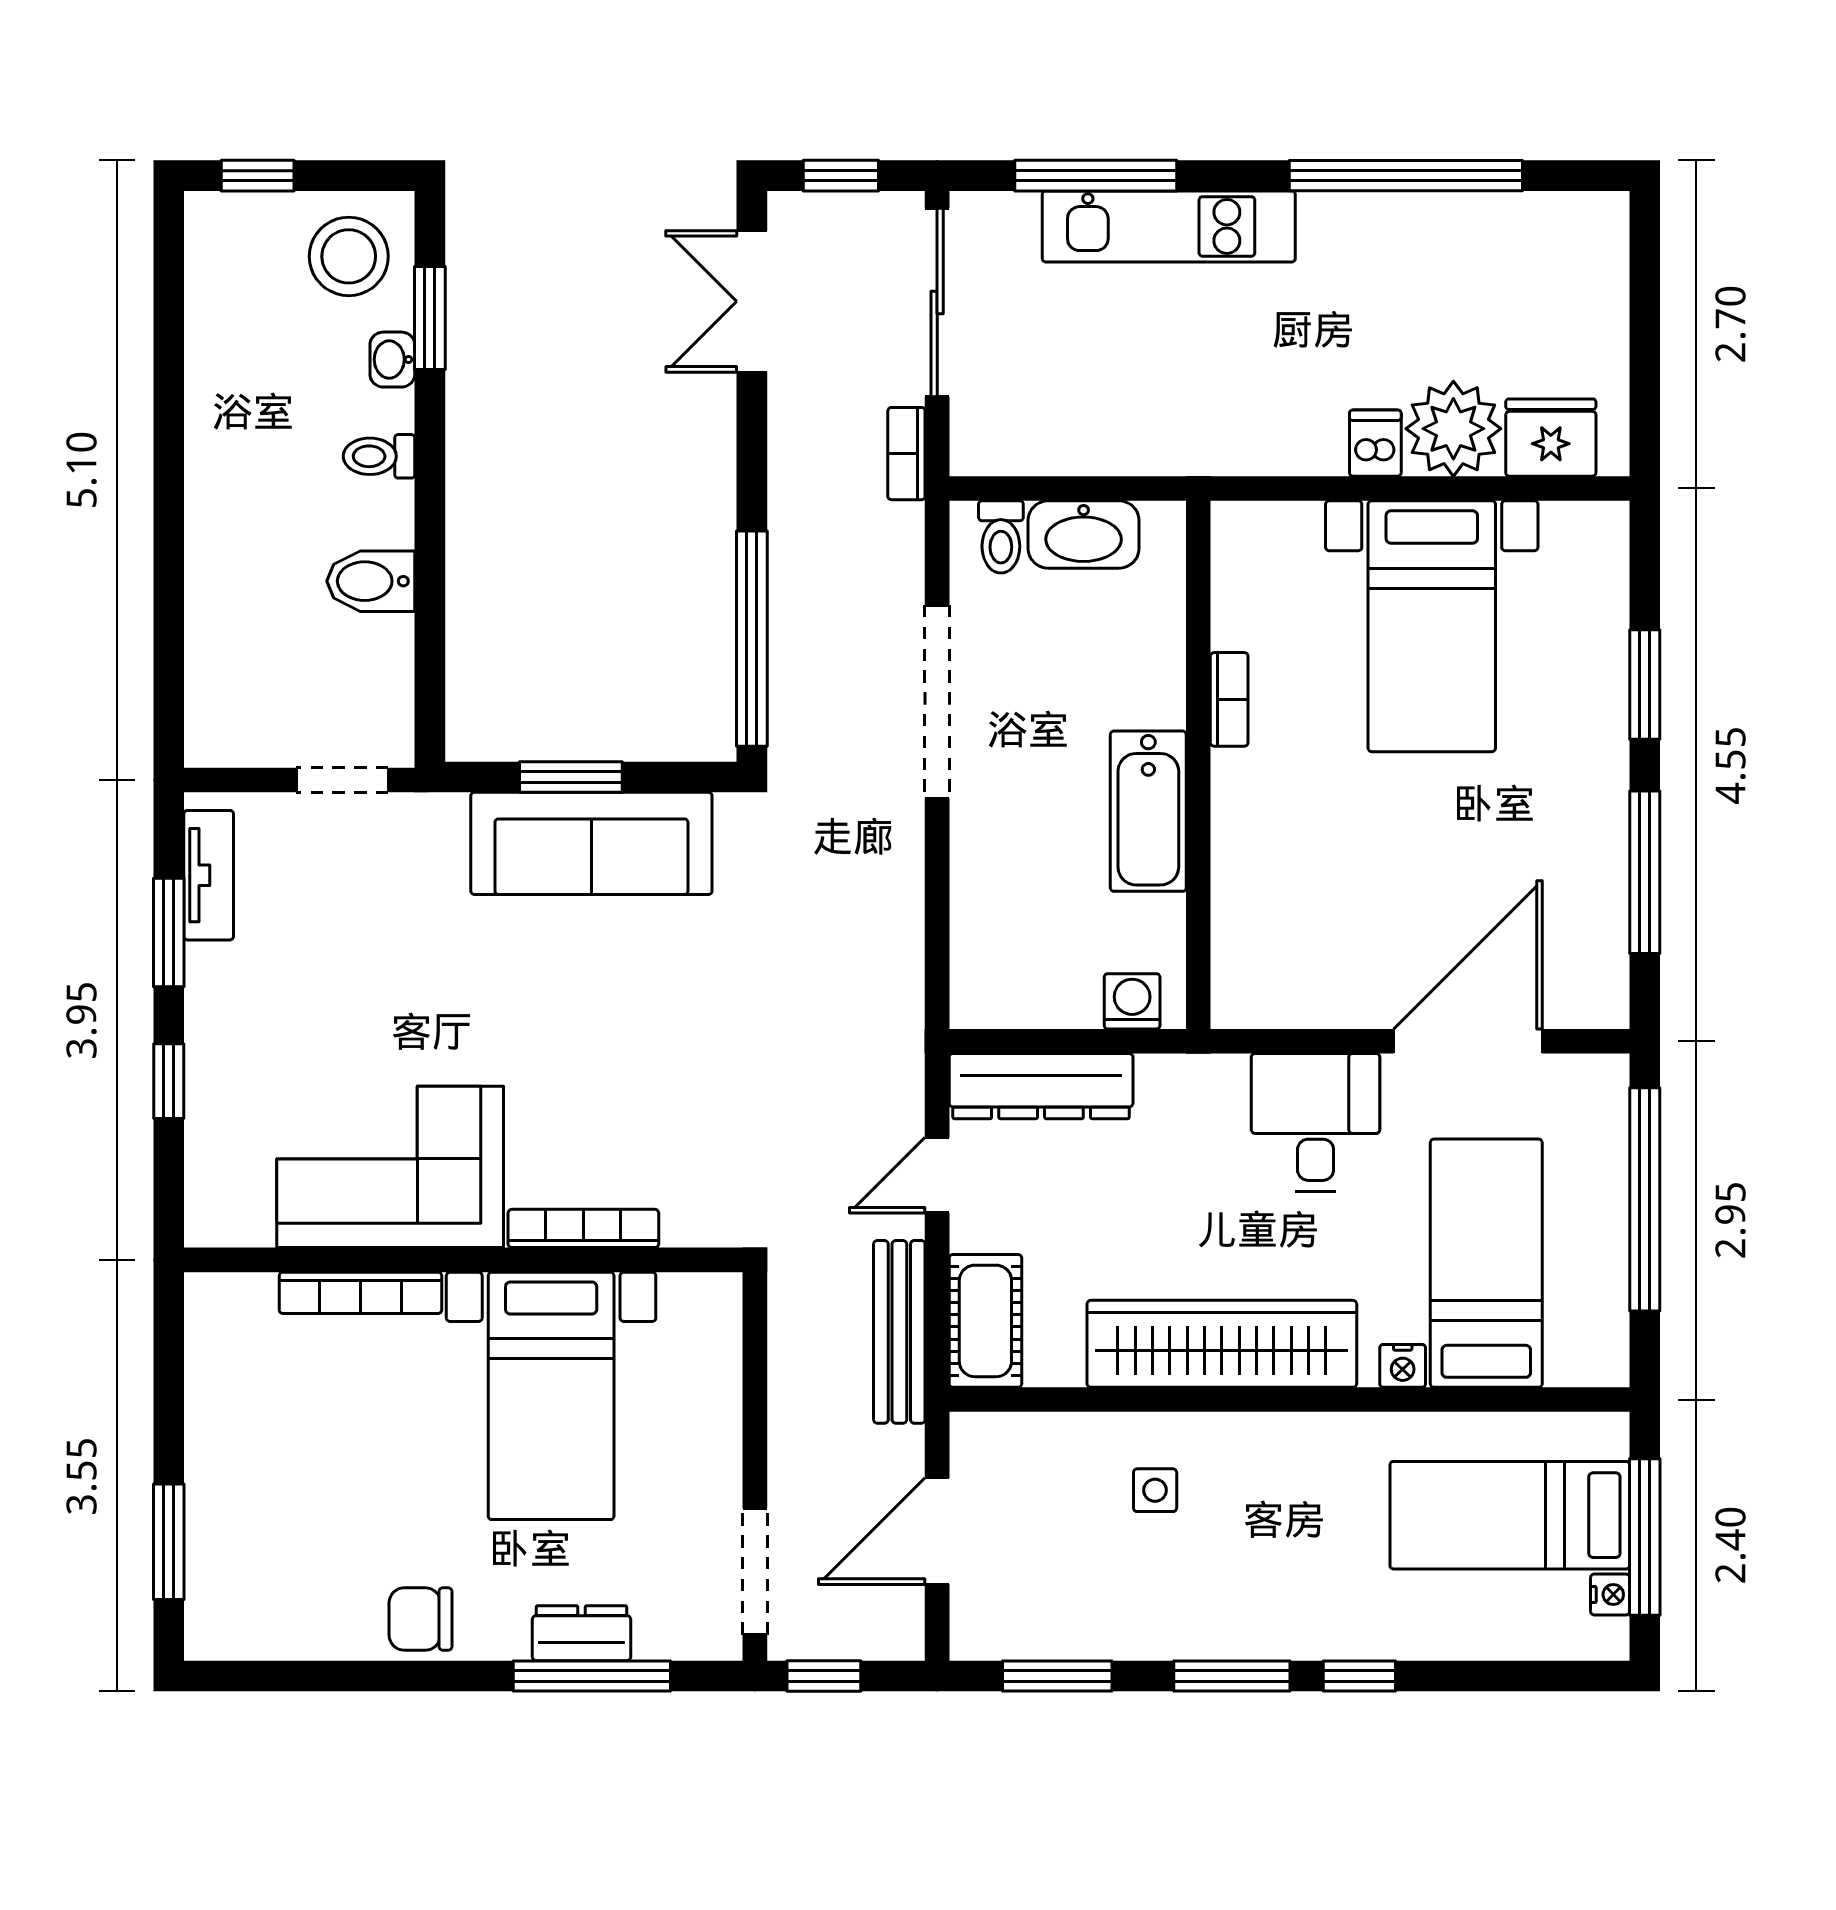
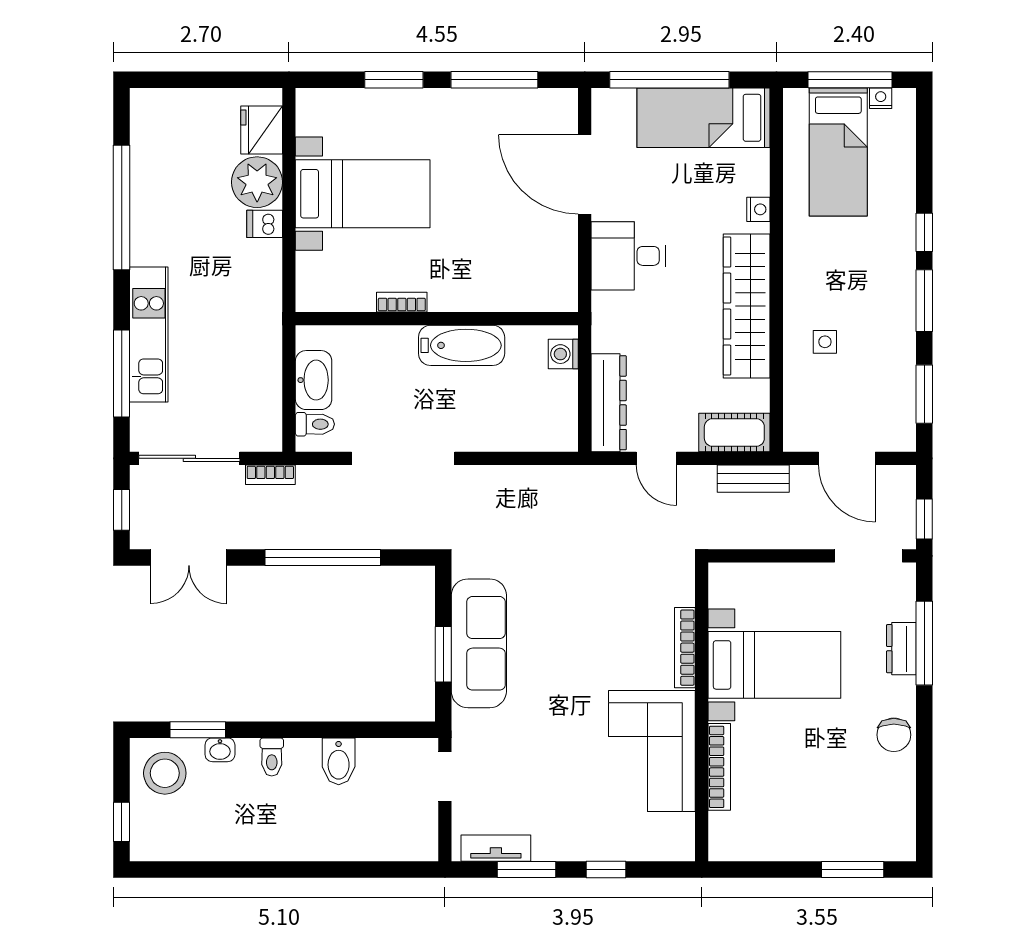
window: (752, 639) -> (323, 557), moved
bed: (1486, 1263) -> (703, 118), moved
bench: (899, 1332) -> (753, 479), width x0.73

